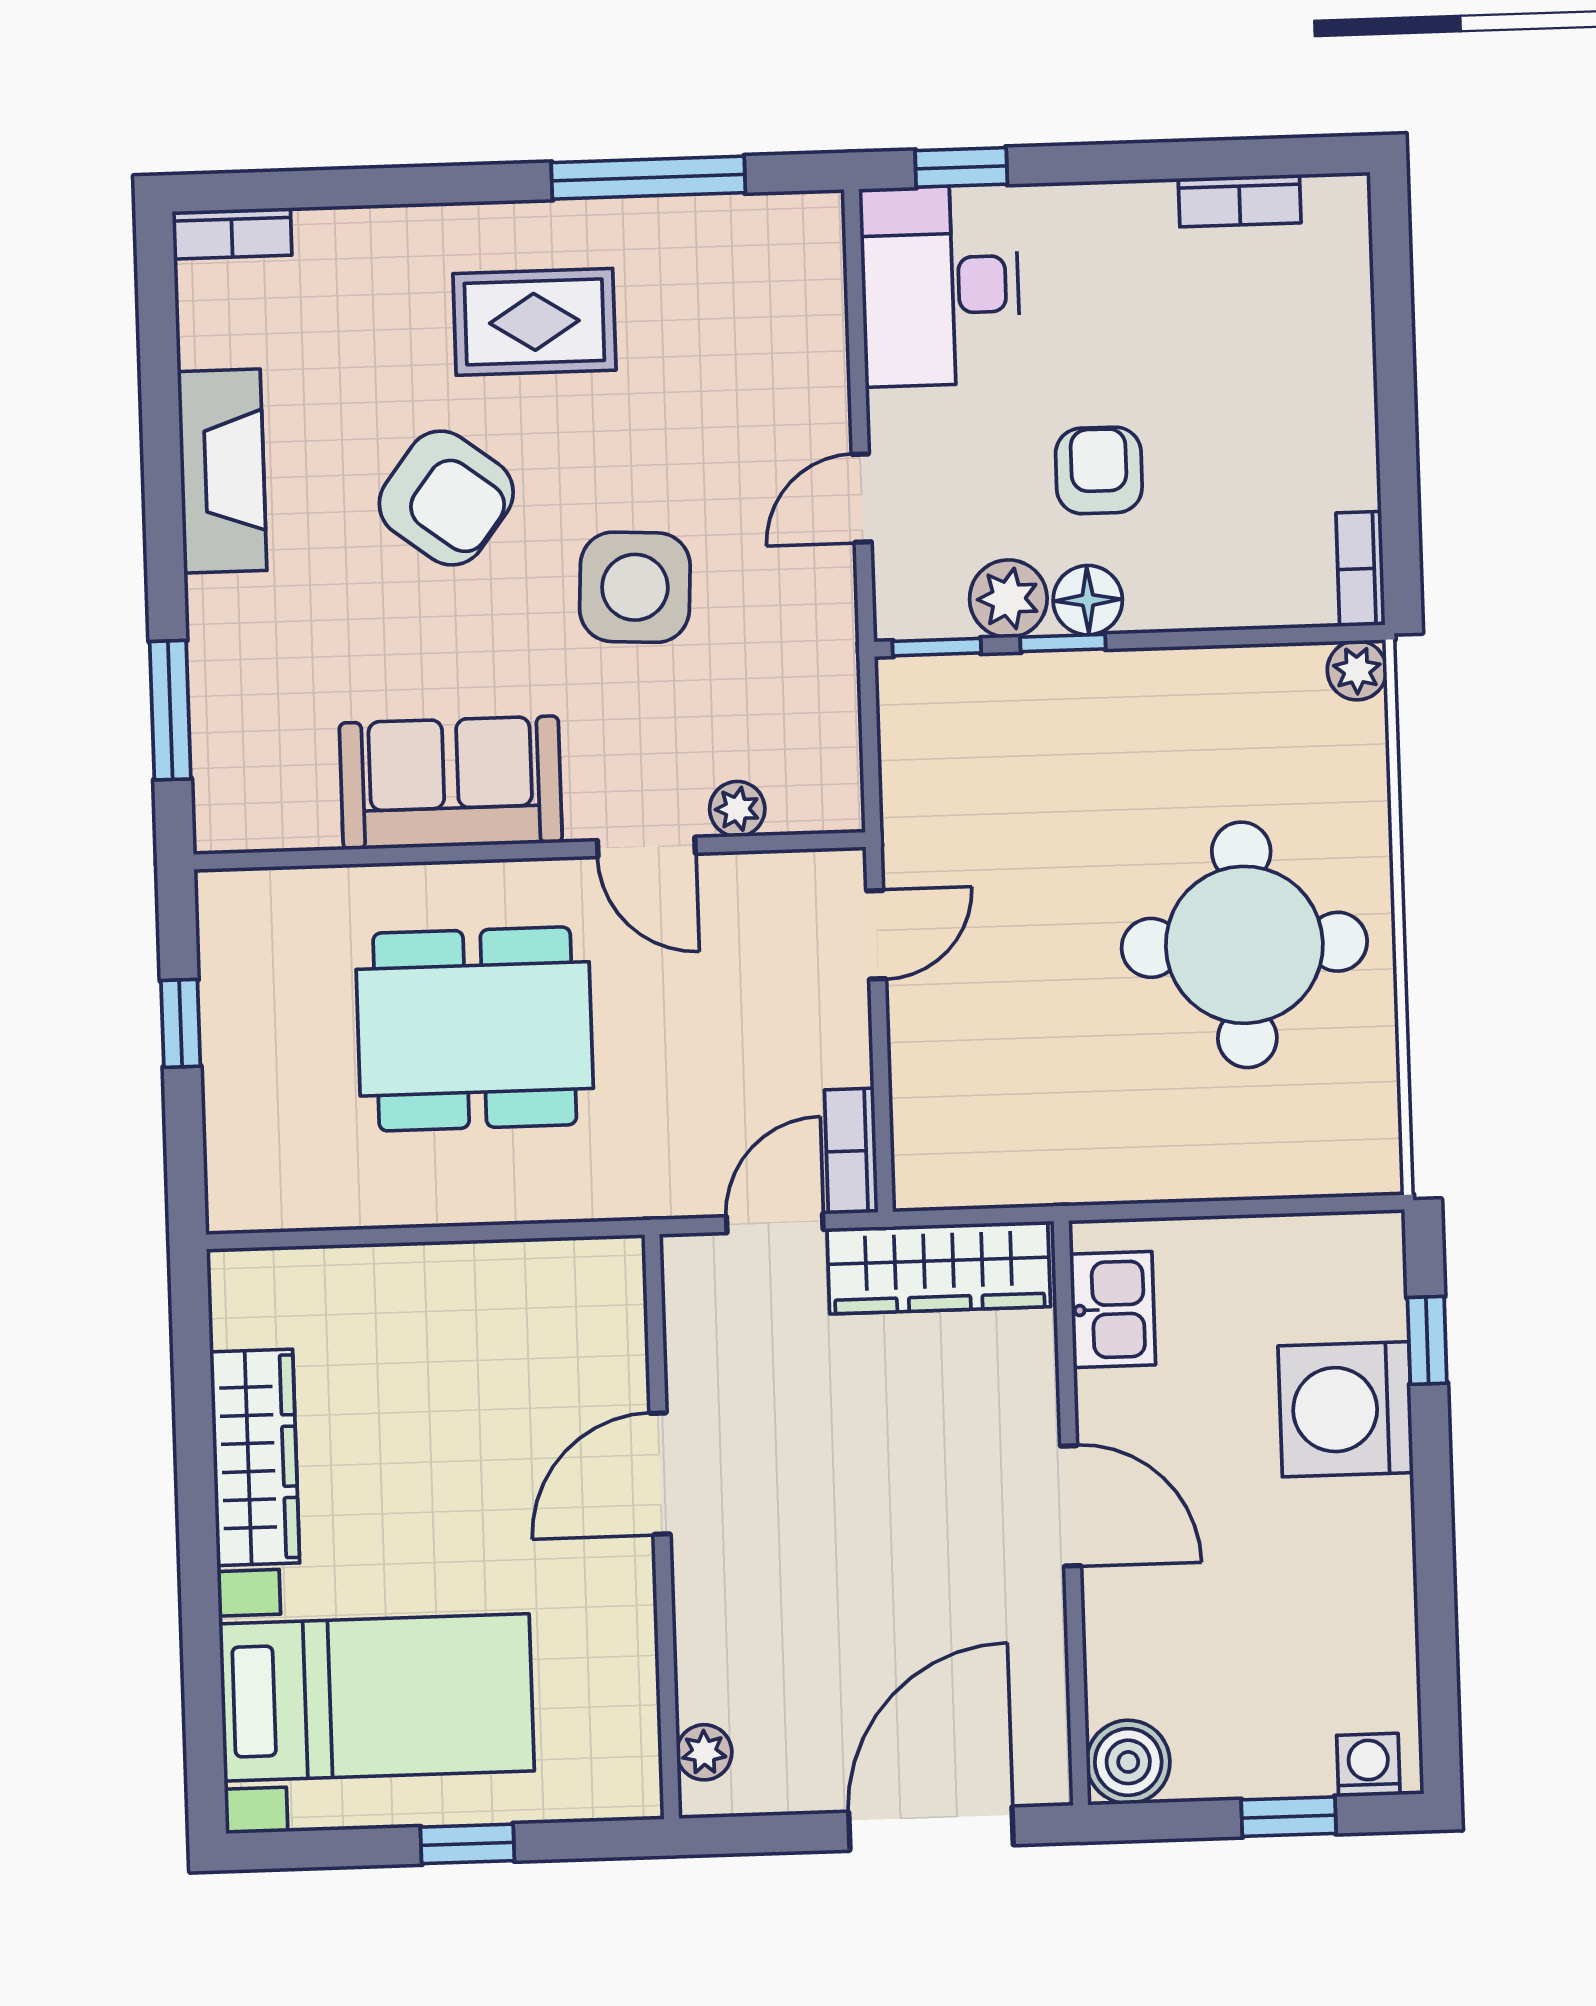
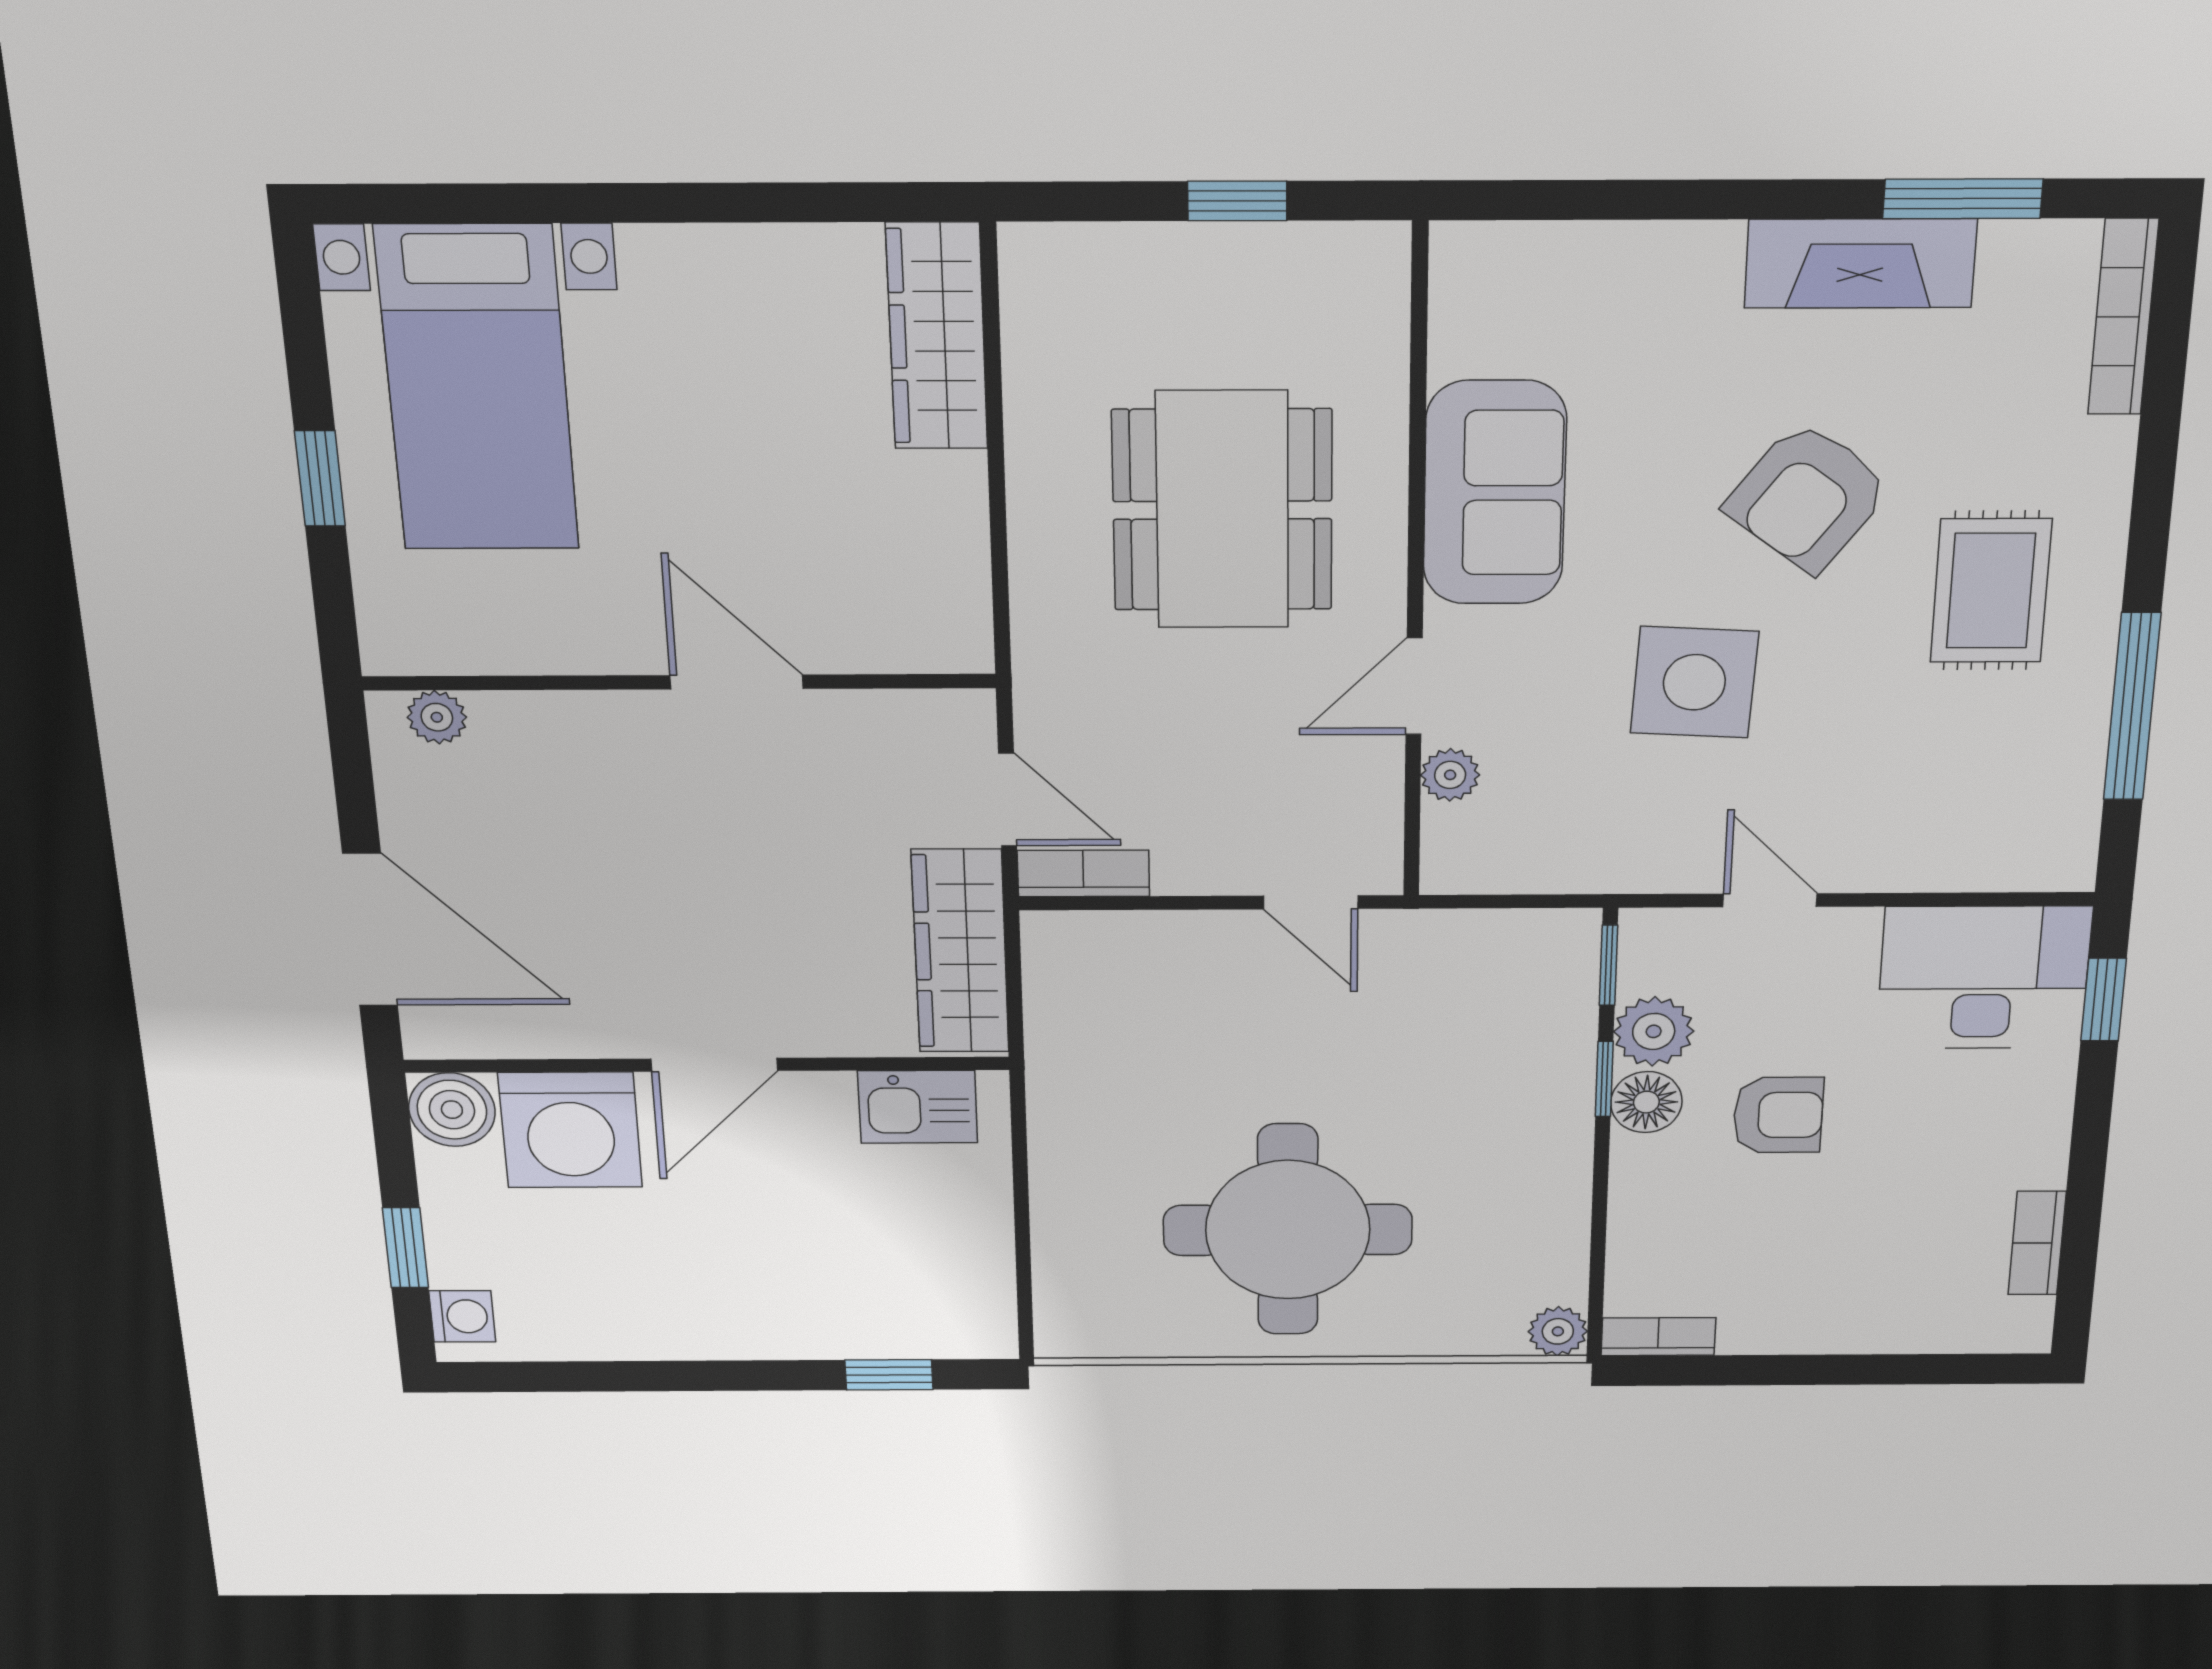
bookcase: (232, 233) -> (2123, 317), width x1.56
window: (170, 710) -> (1963, 199), moved
washing machine: (1346, 1409) -> (570, 1130), moved, turned 180
wardrobe: (255, 1457) -> (937, 336), moved, turned 90

